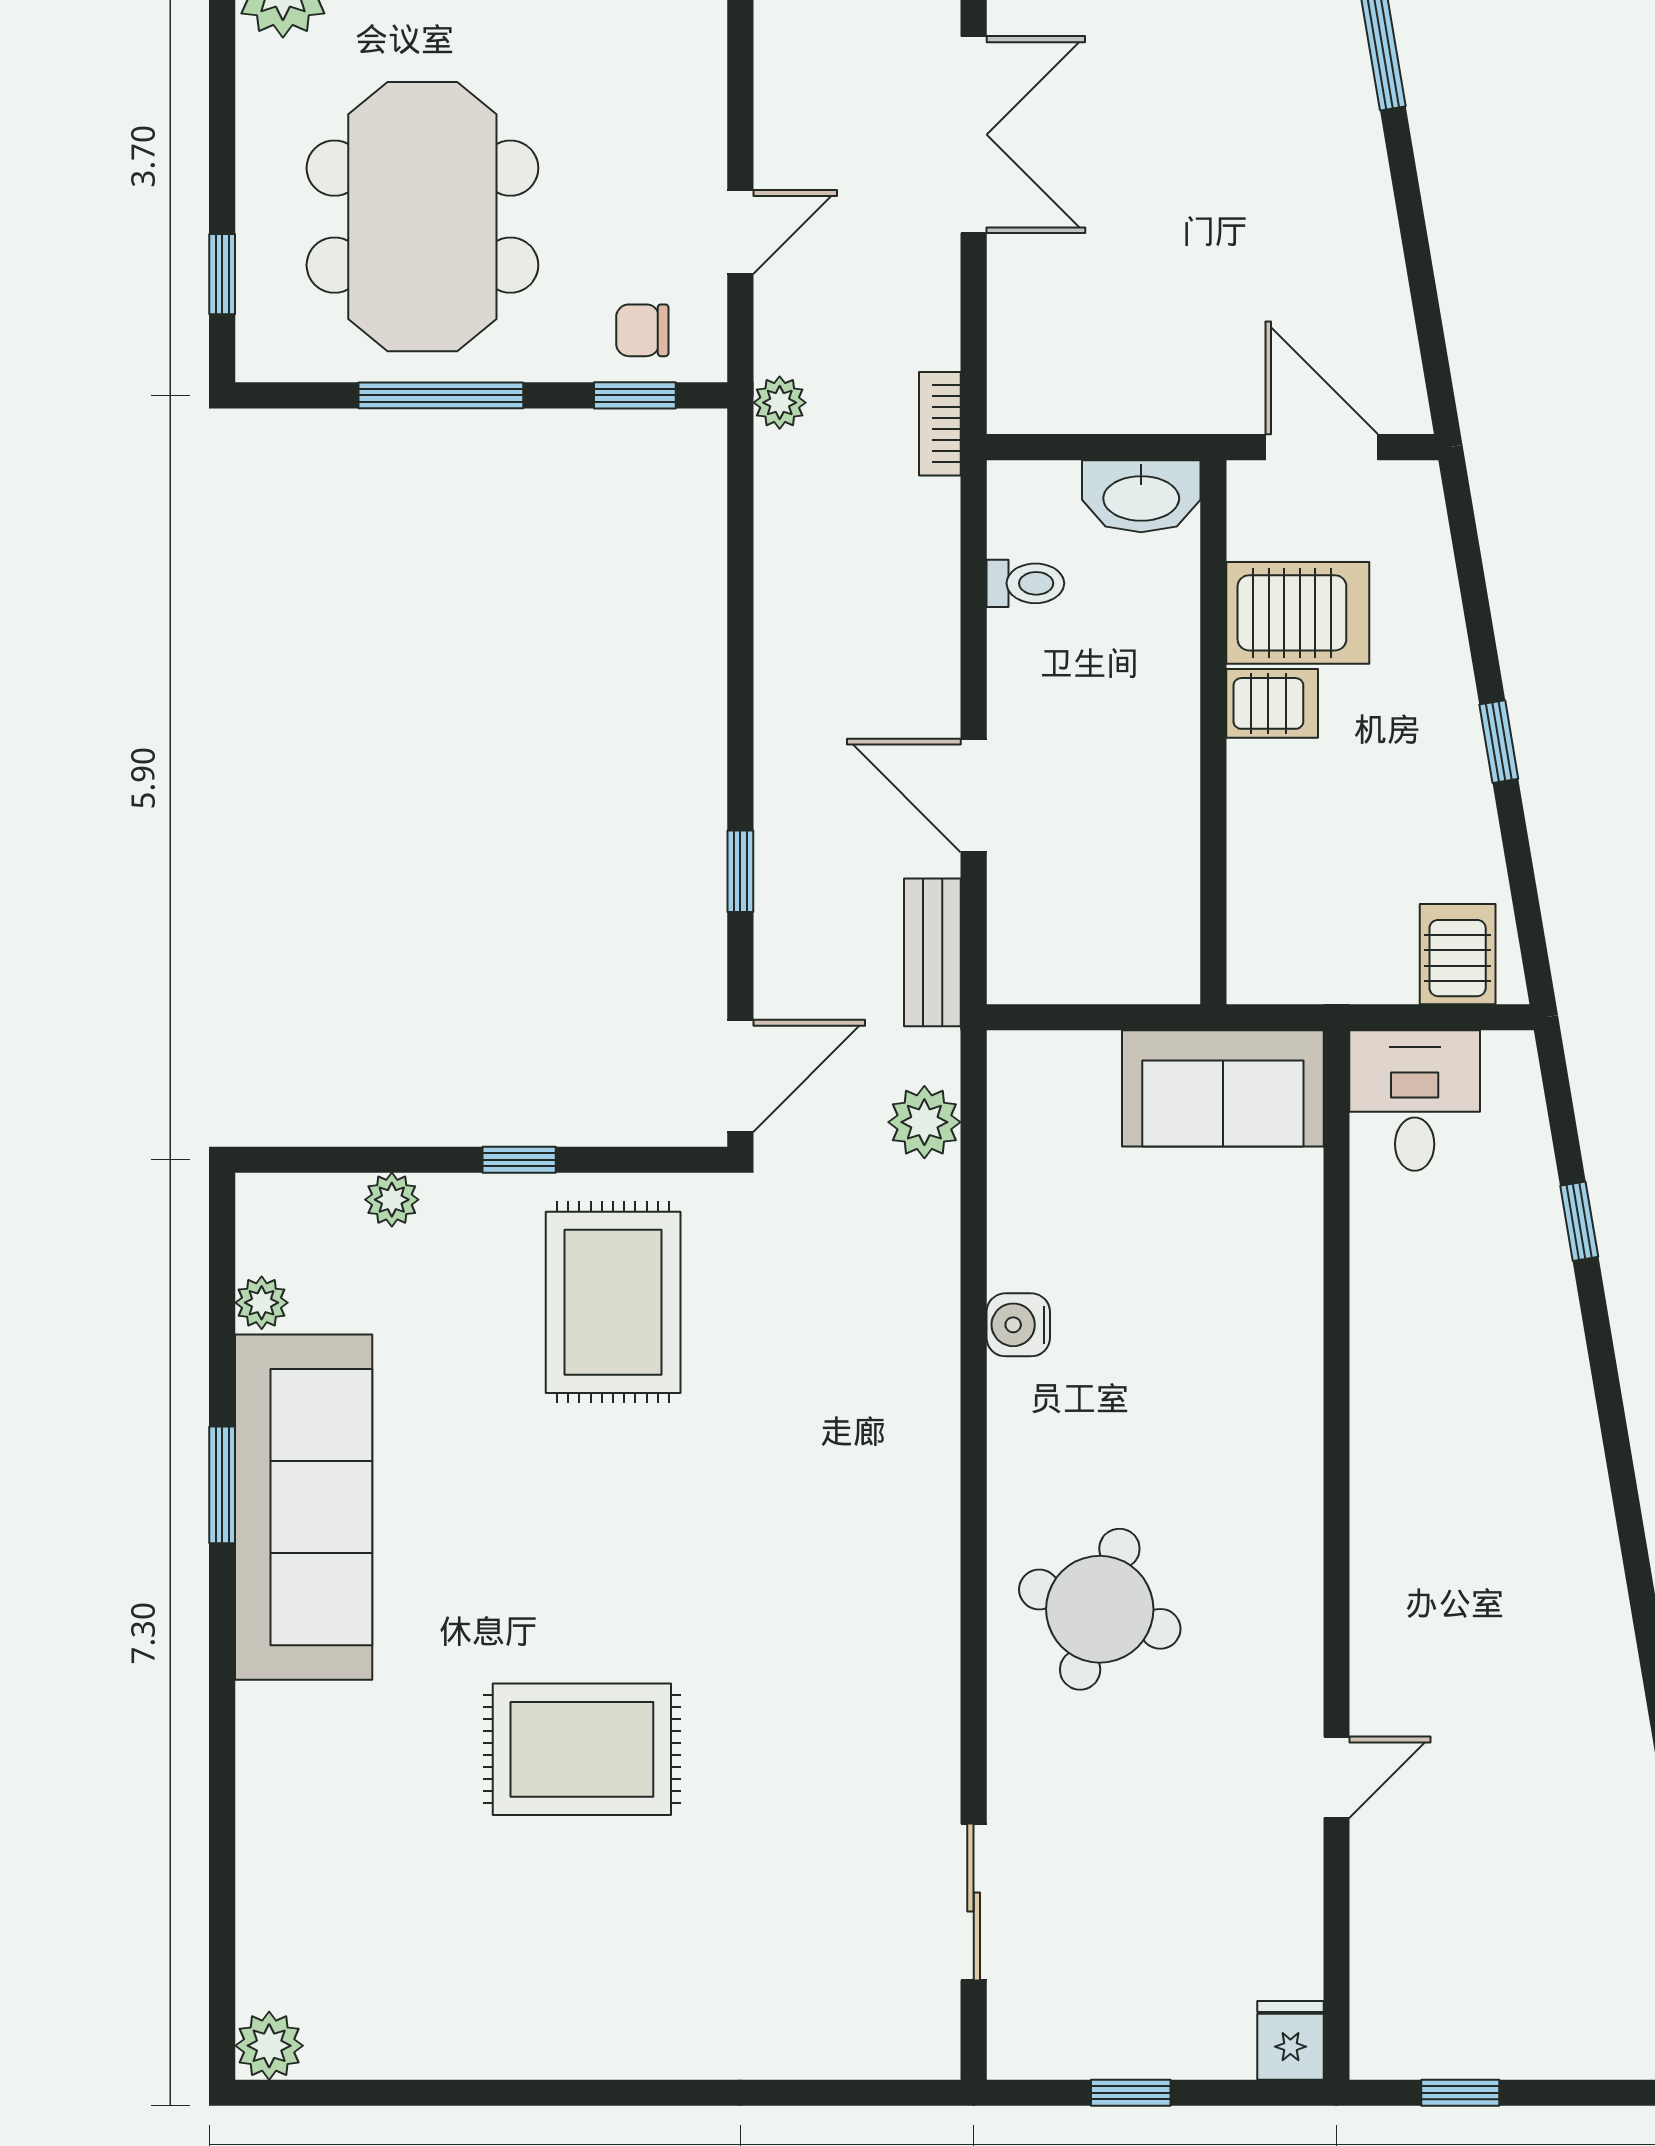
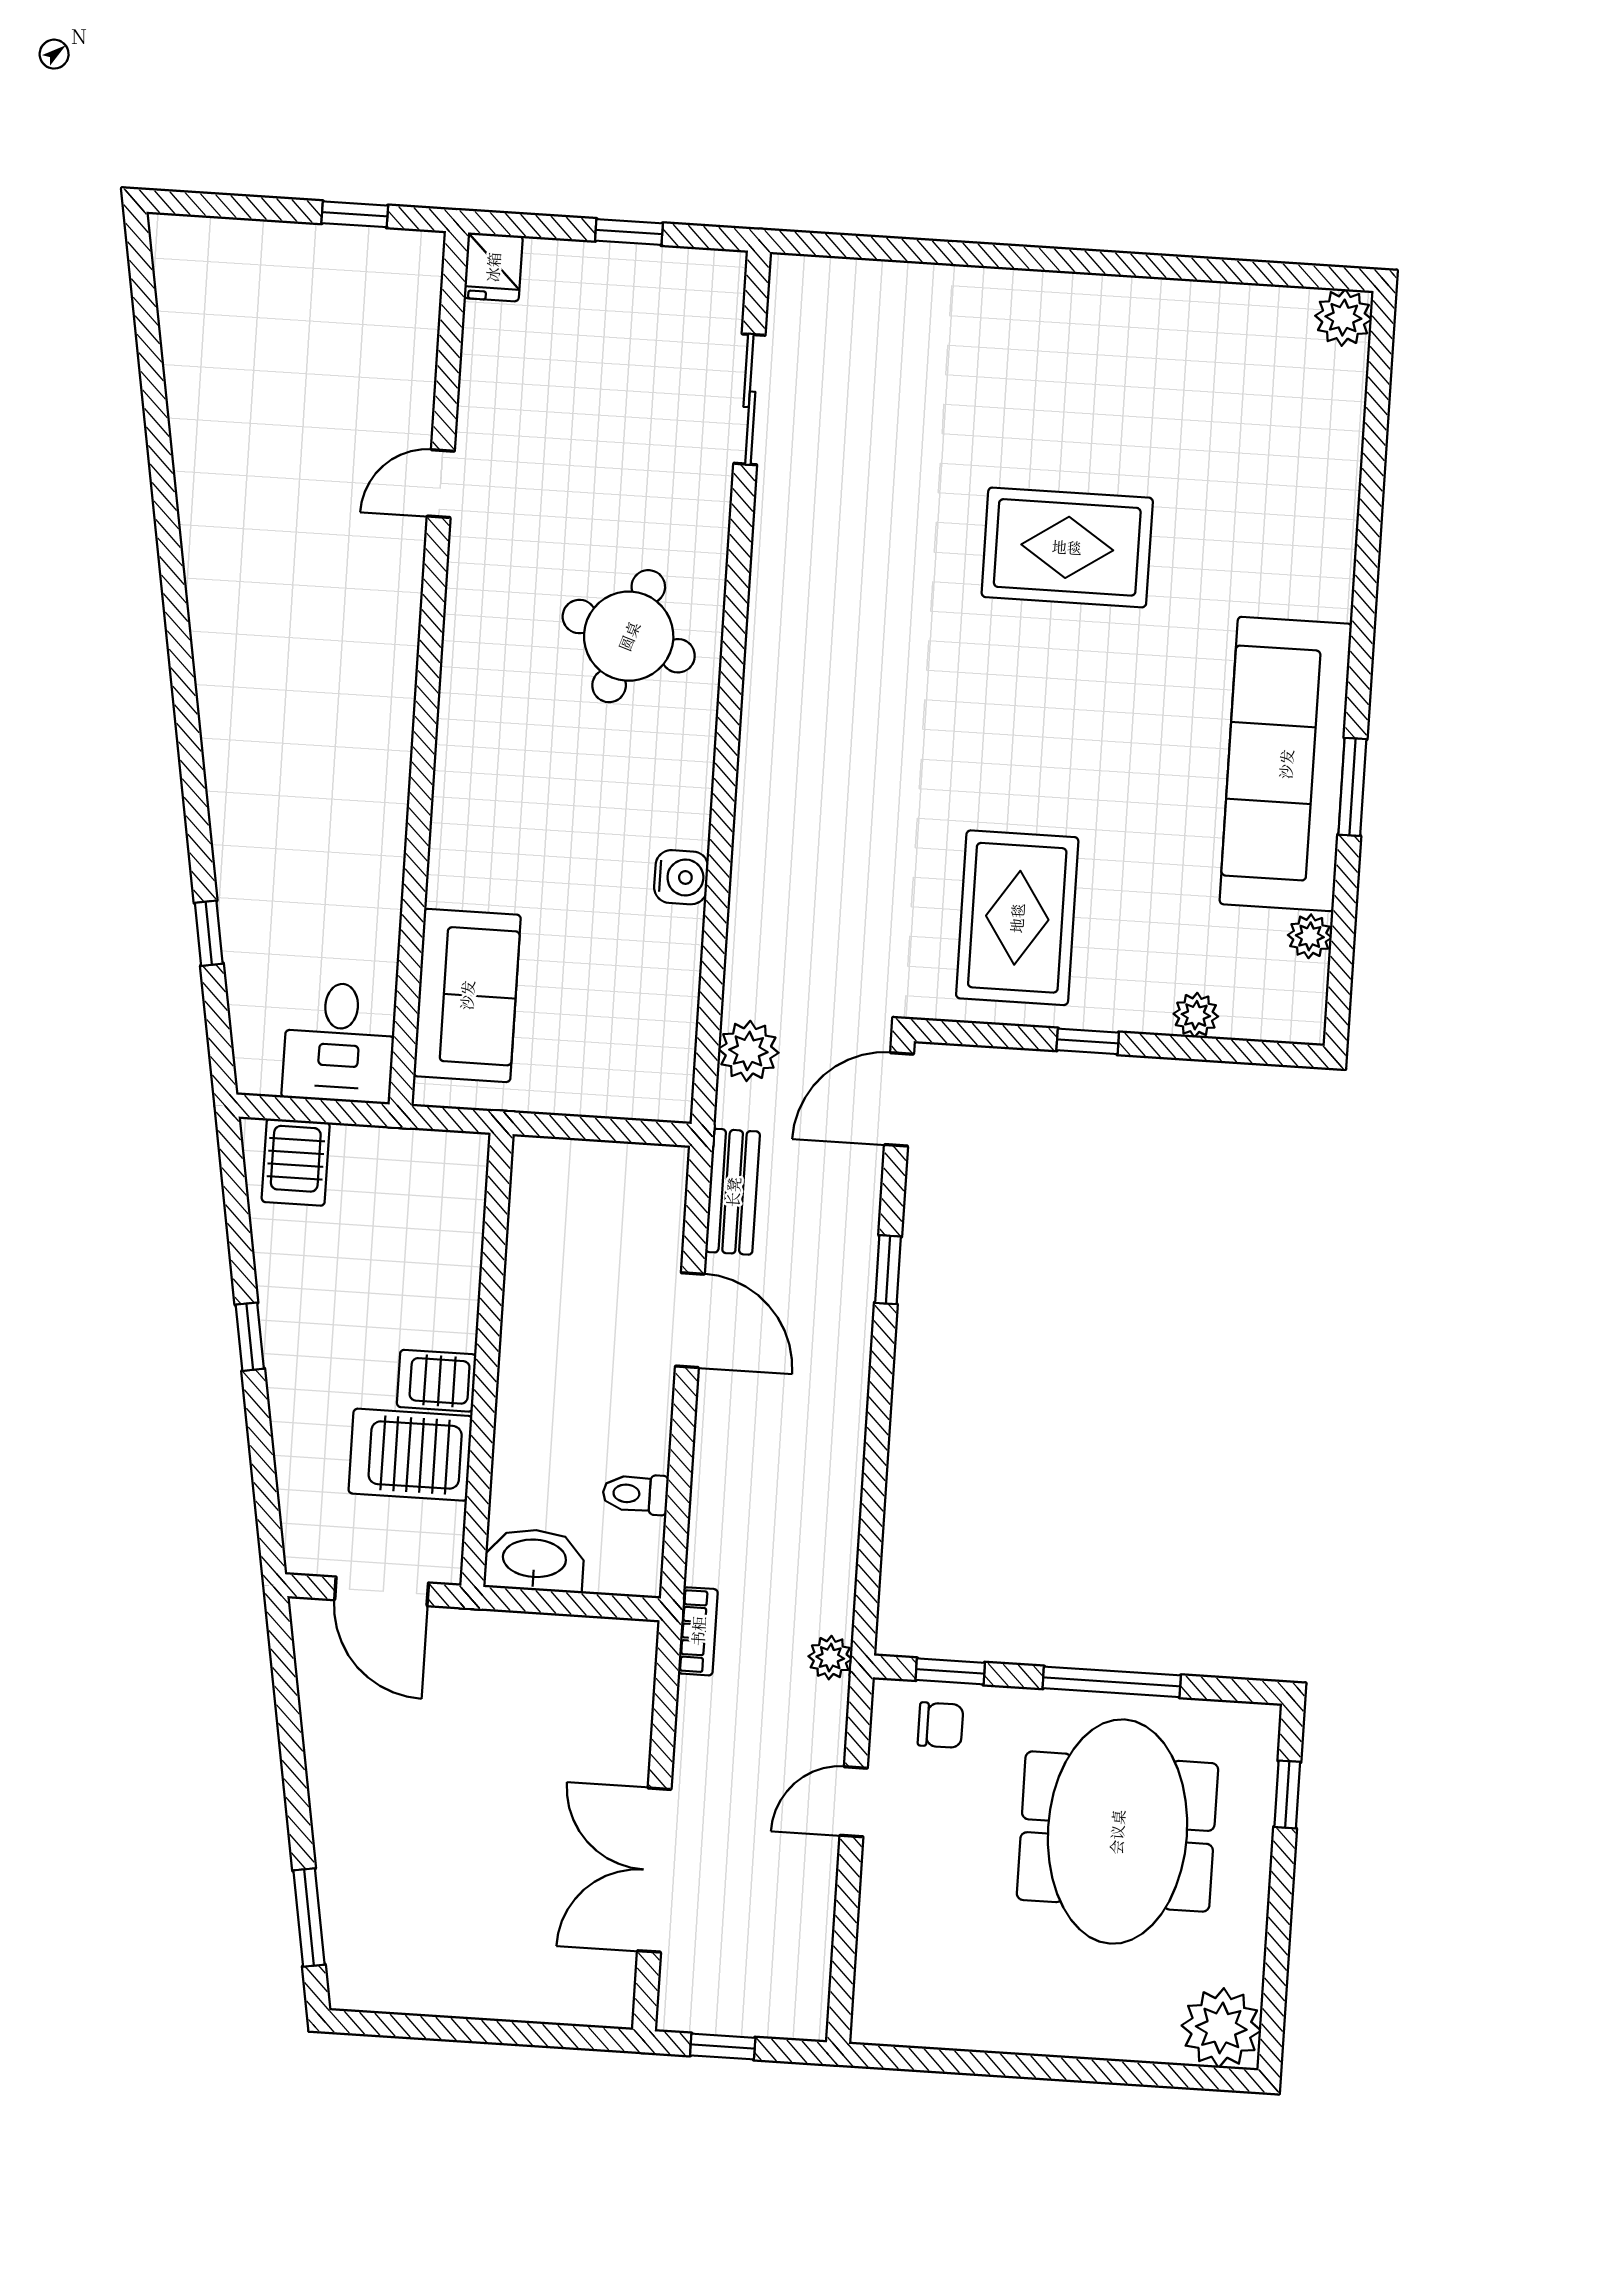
sofa: (1223, 1088) -> (467, 995), moved, turned 90

